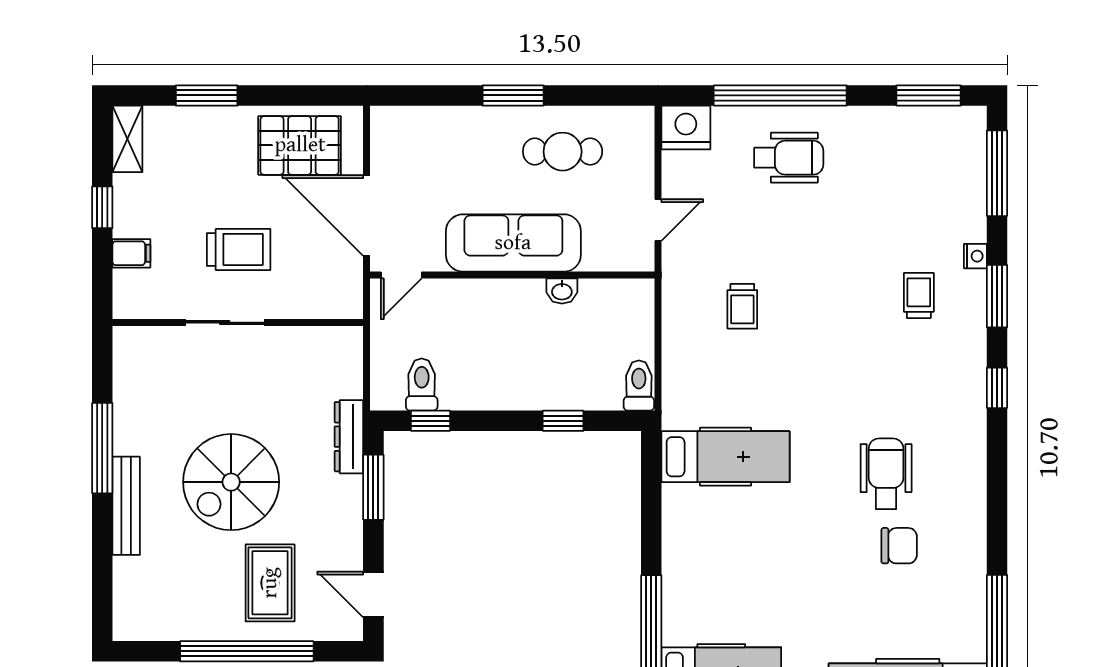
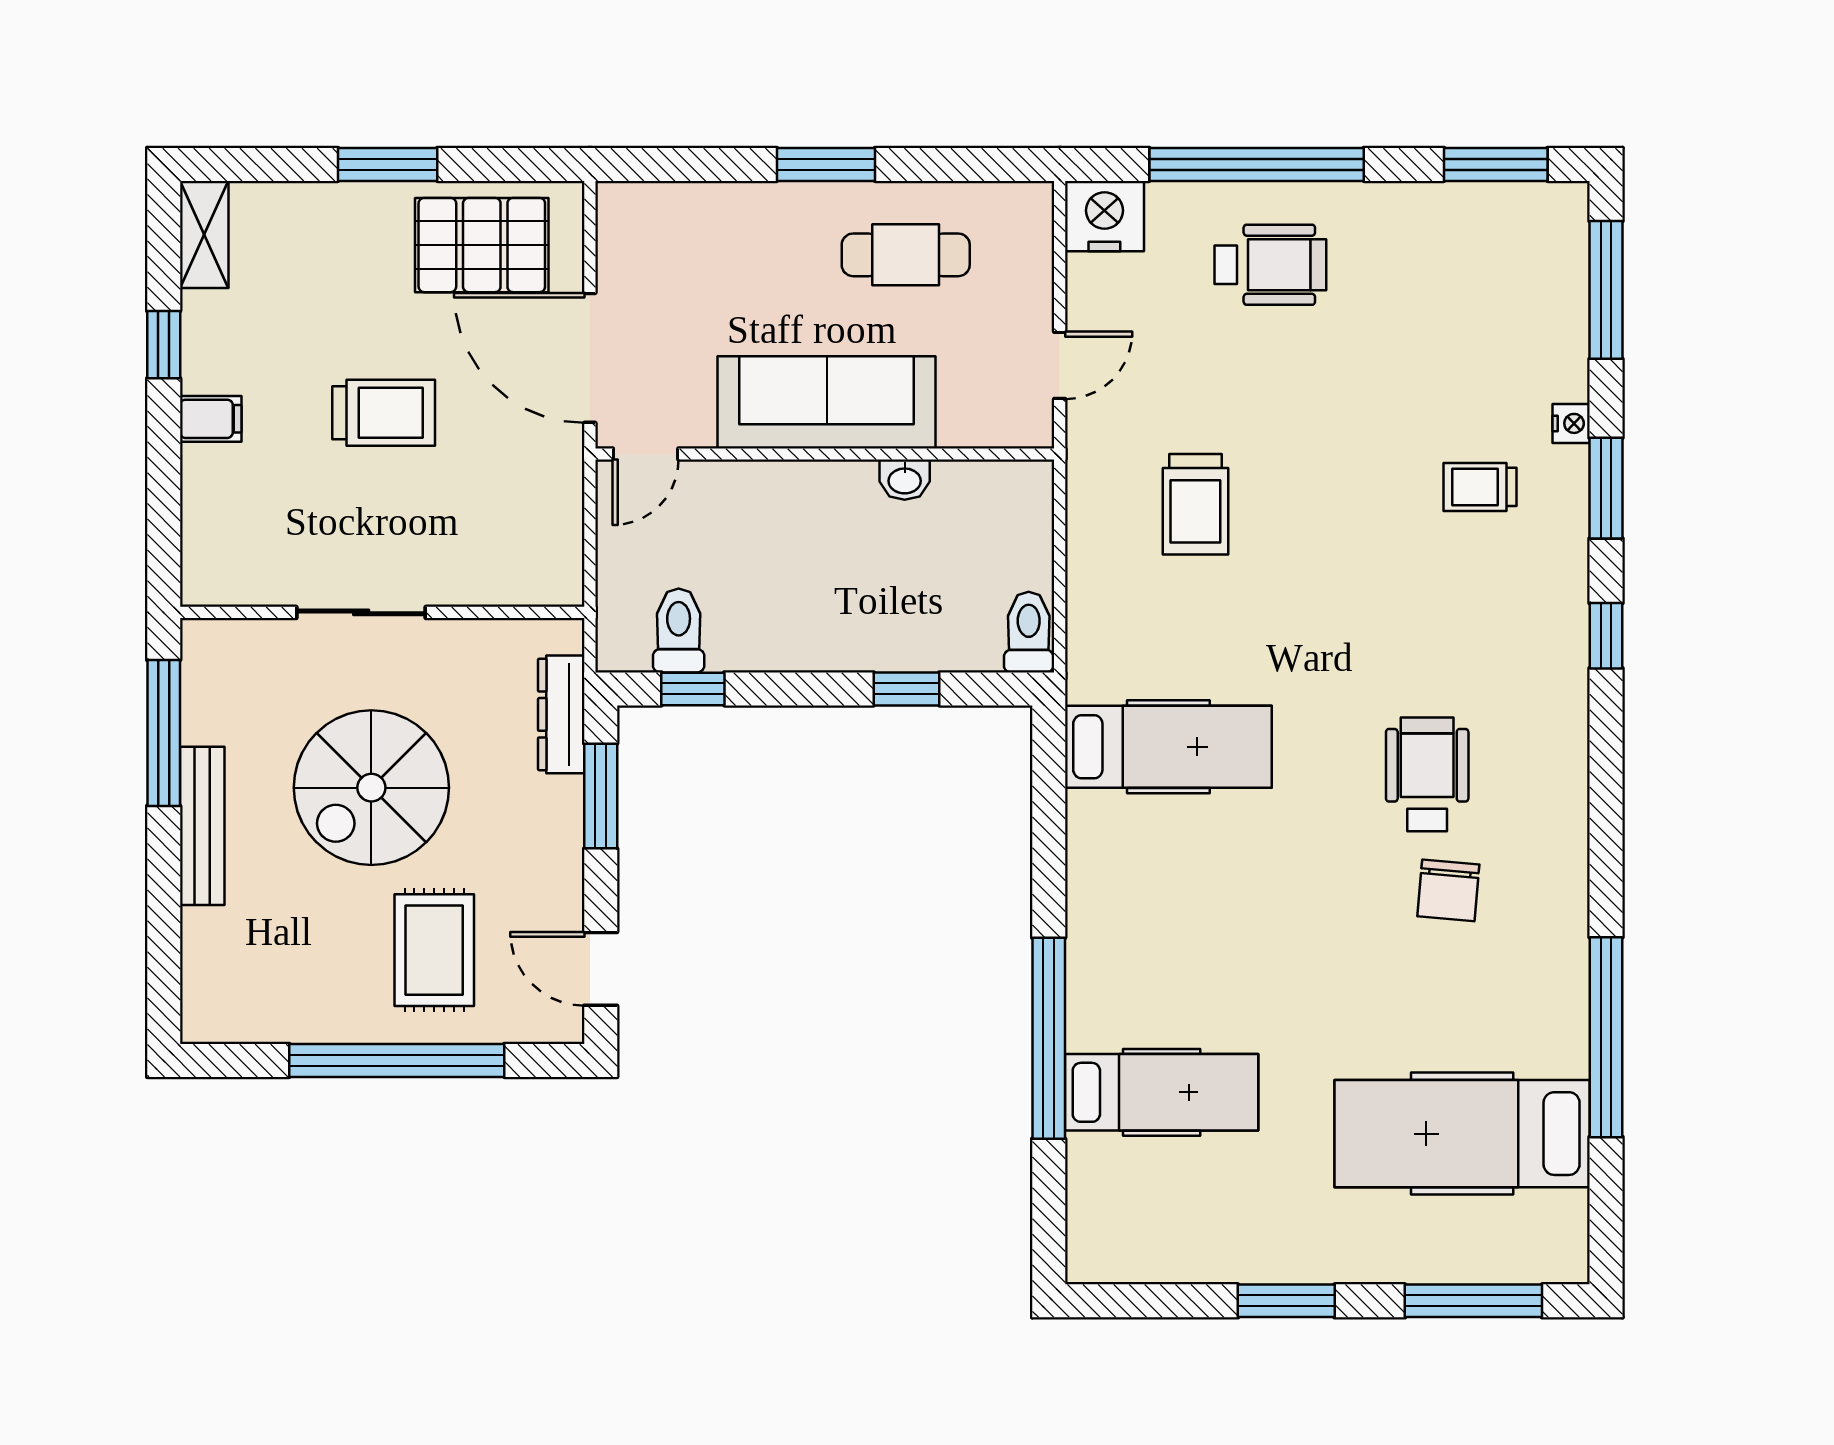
window: (207, 95) -> (388, 164), moved
trolley: (919, 295) -> (1480, 487), turned -90
trolley: (742, 306) -> (1195, 504), width x1.36, depth x1.39
sliding door: (225, 323) -> (361, 612), moved
wall: (238, 323) -> (382, 612), moved
chair: (899, 546) -> (1448, 890), turned 95

